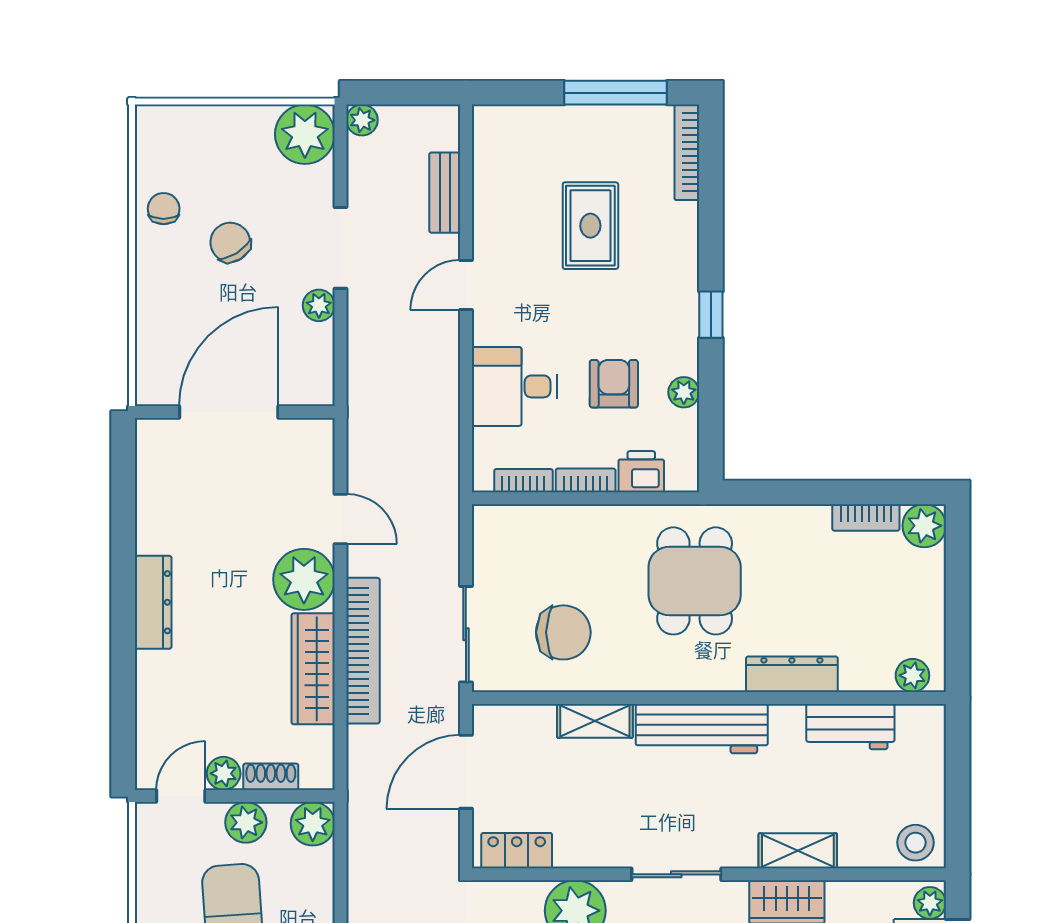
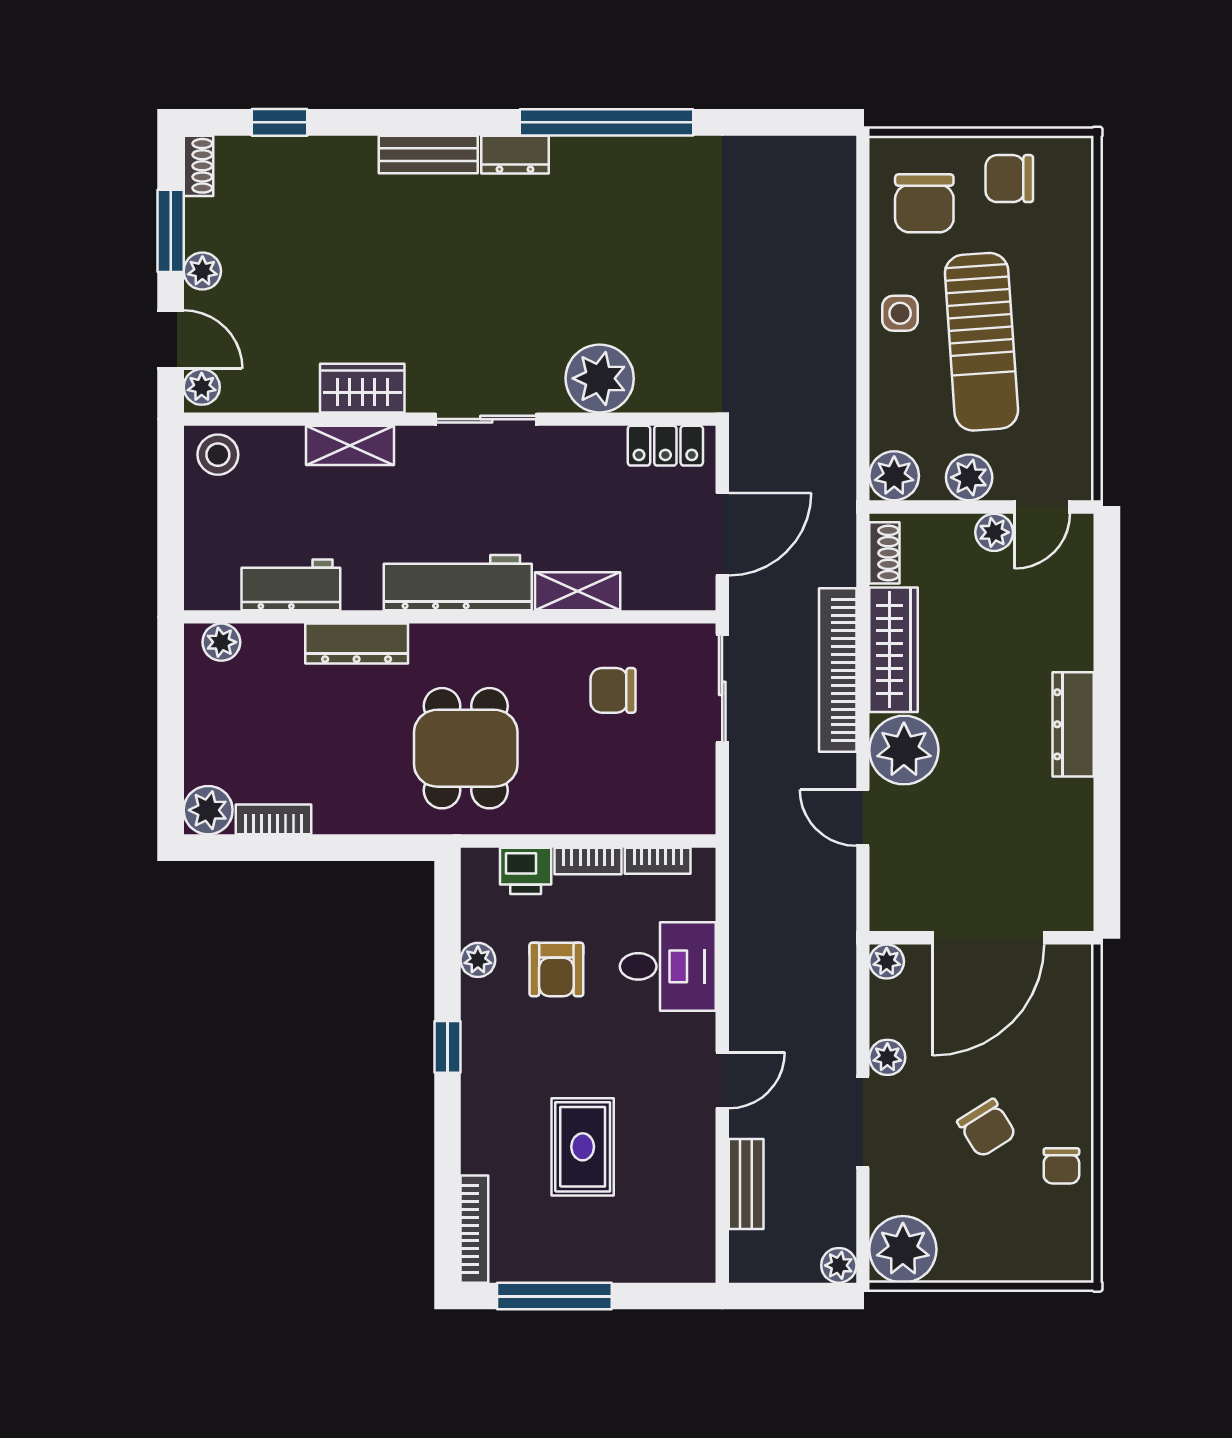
plant: (319, 391) -> (887, 962), added
chair: (563, 632) -> (613, 690), width x0.73, depth x0.73
shoe rack: (271, 777) -> (884, 553), moved, turned -90

